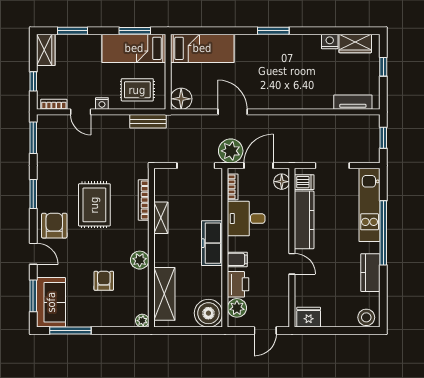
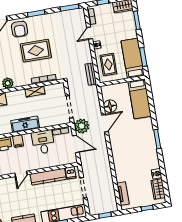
floor lamp: (181, 99) -> (110, 106), moved
floor lamp: (282, 182) -> (69, 159), removed
armchair: (54, 226) -> (19, 29), turned 90

